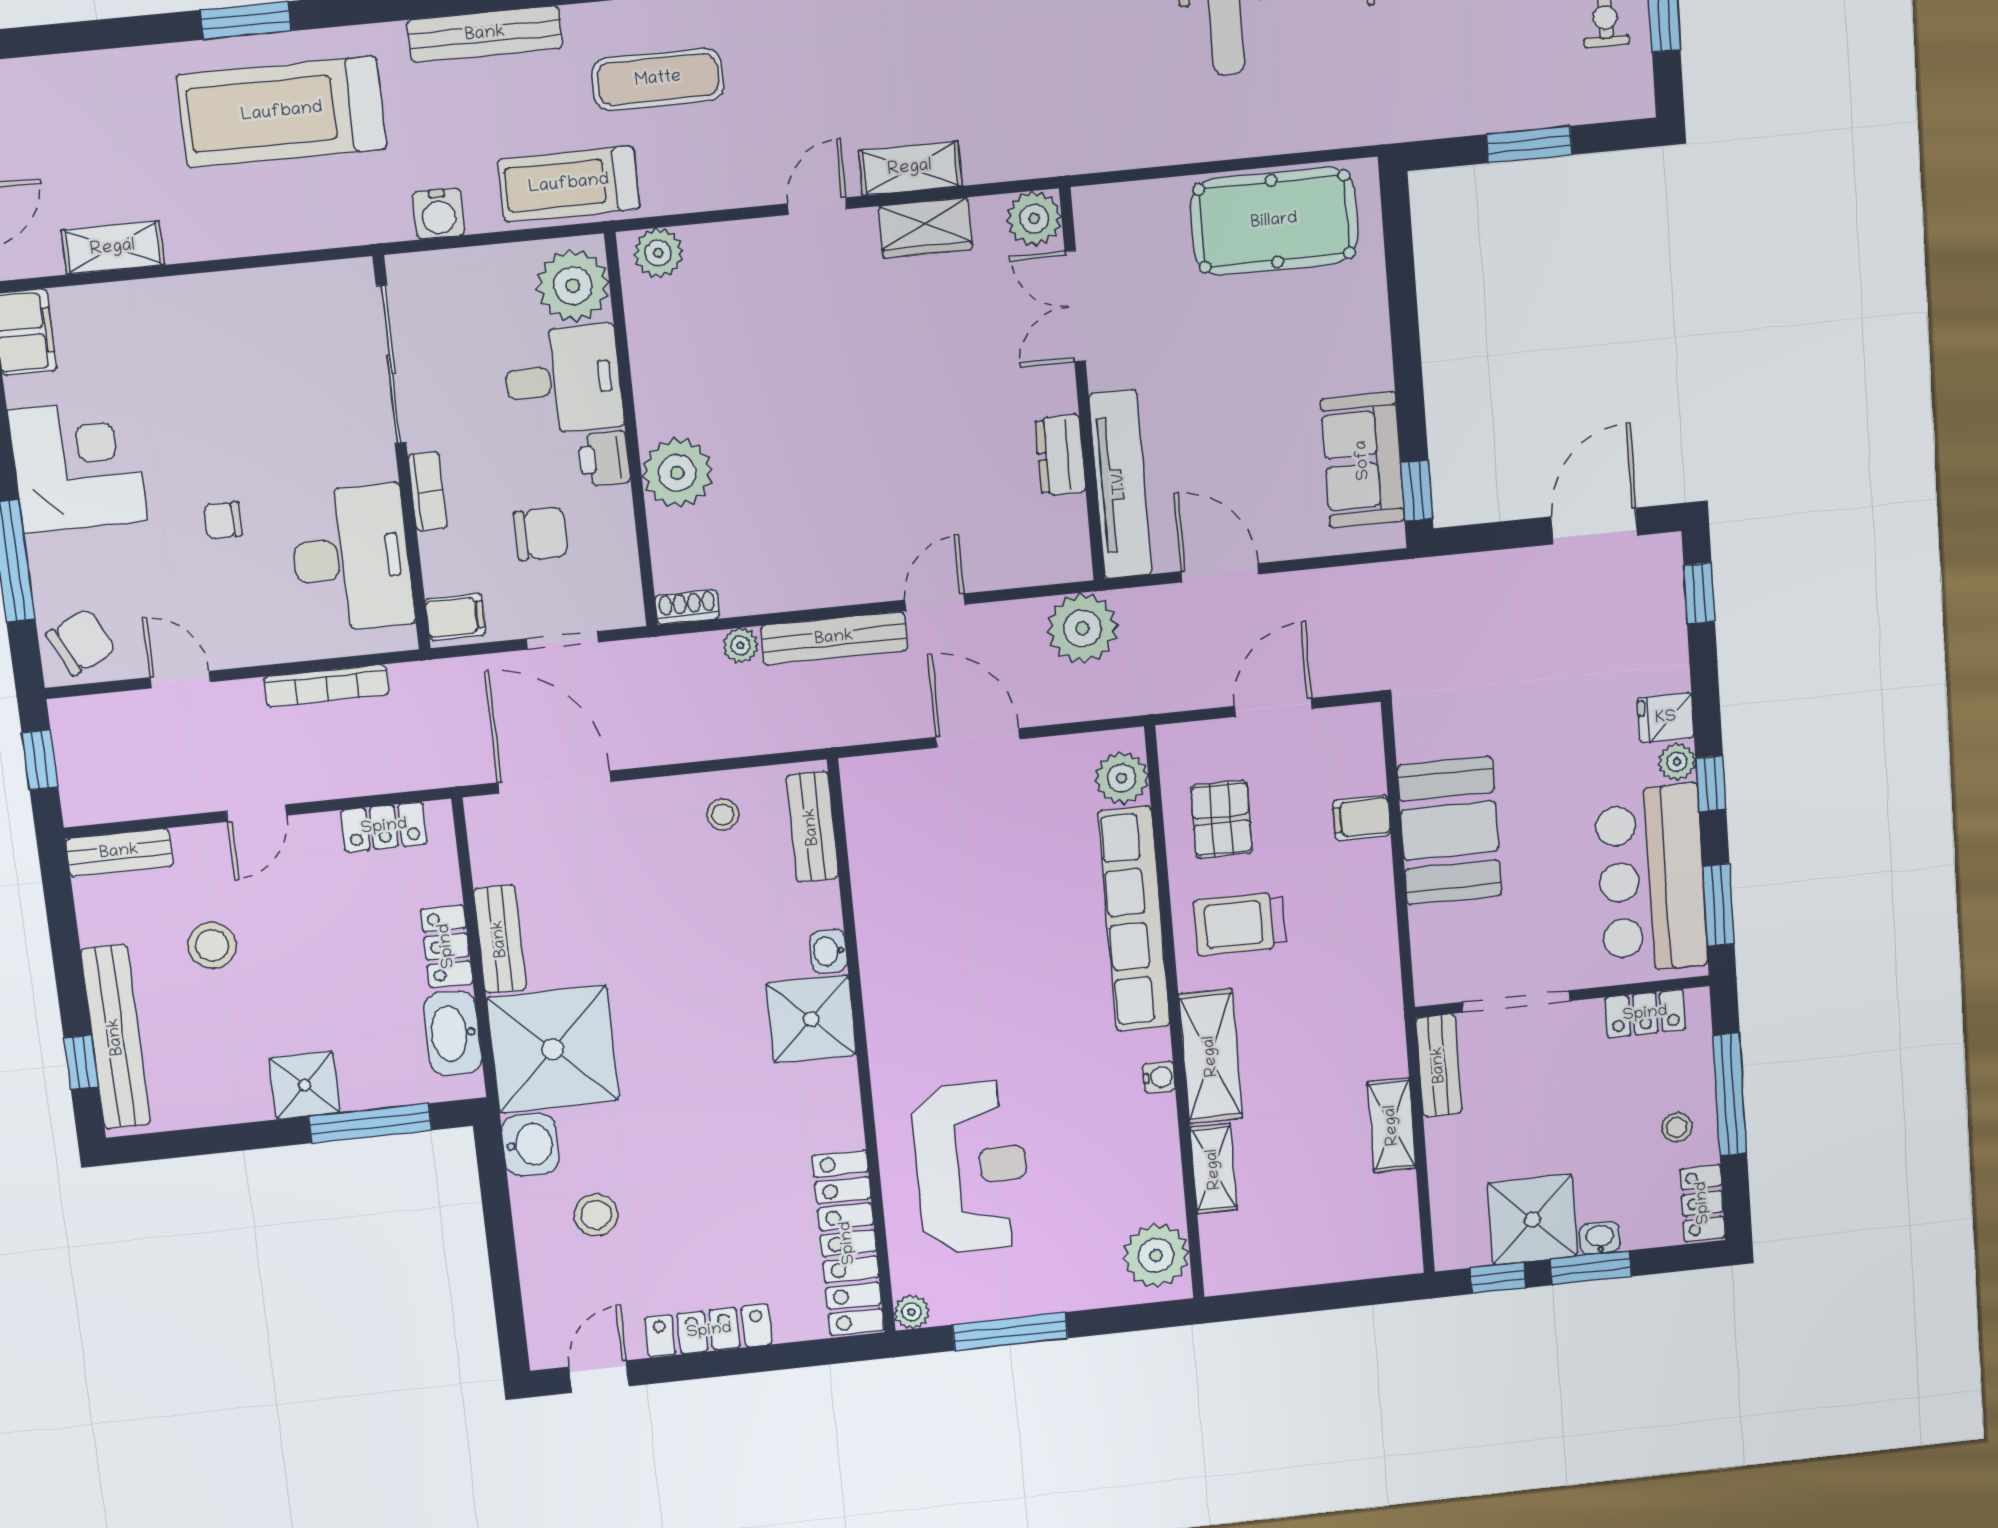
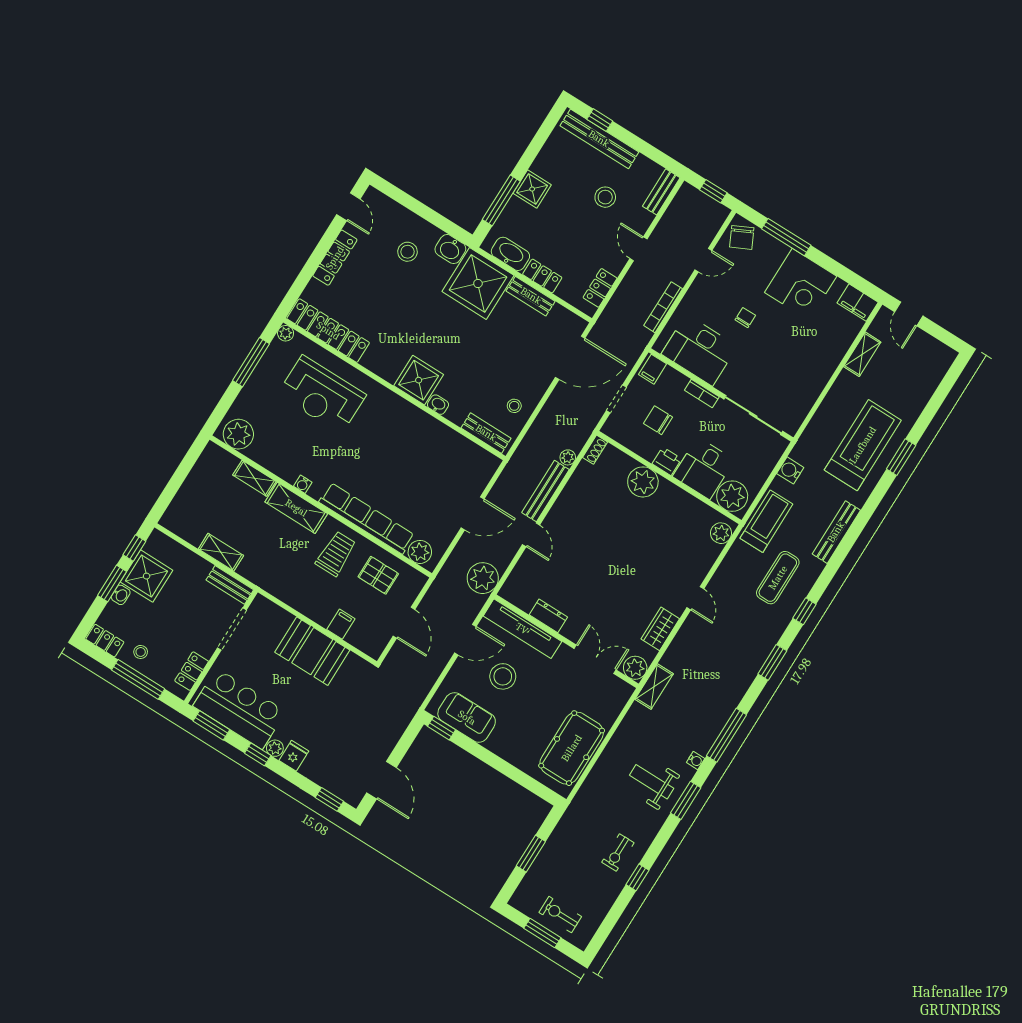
shelving: (910, 168) -> (654, 686), moved
stool: (1236, 452) -> (503, 676), added
chair: (541, 534) -> (658, 420), turned 90

